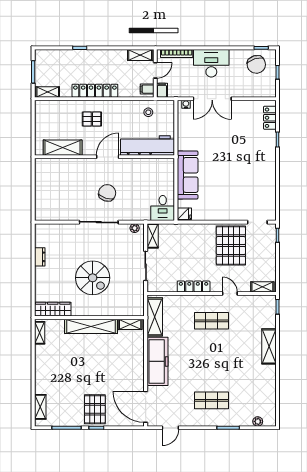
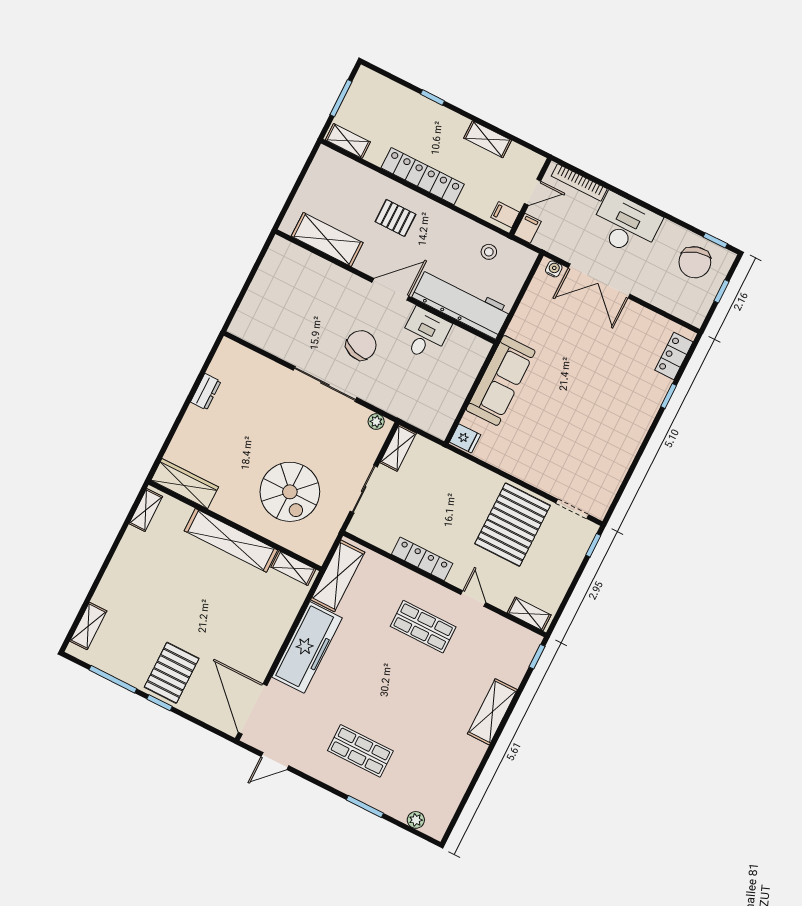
shelving: (140, 55) -> (488, 139), moved
desk: (163, 208) -> (425, 334), moved, turned 180
spiral stairs: (93, 278) -> (290, 492), moved

